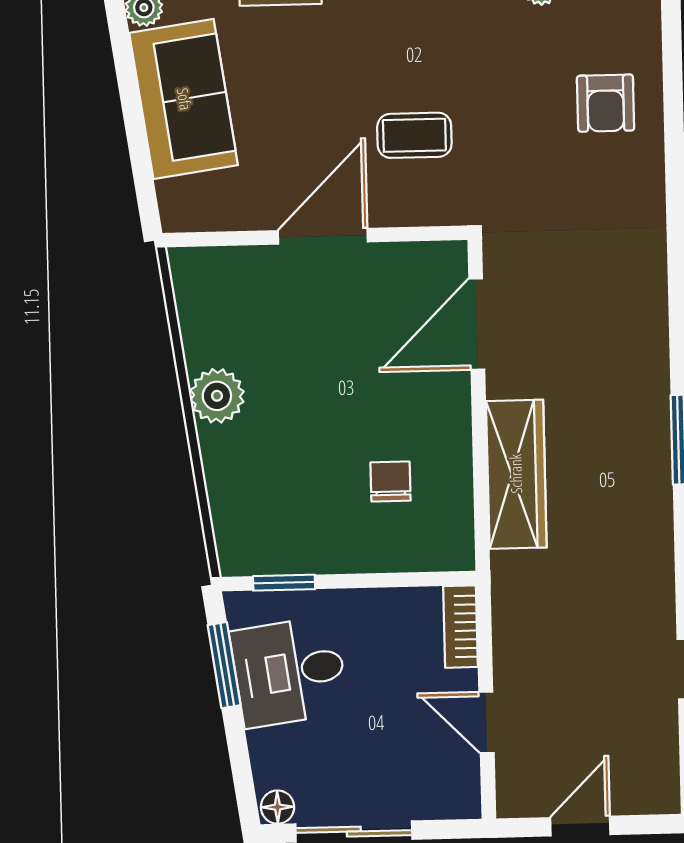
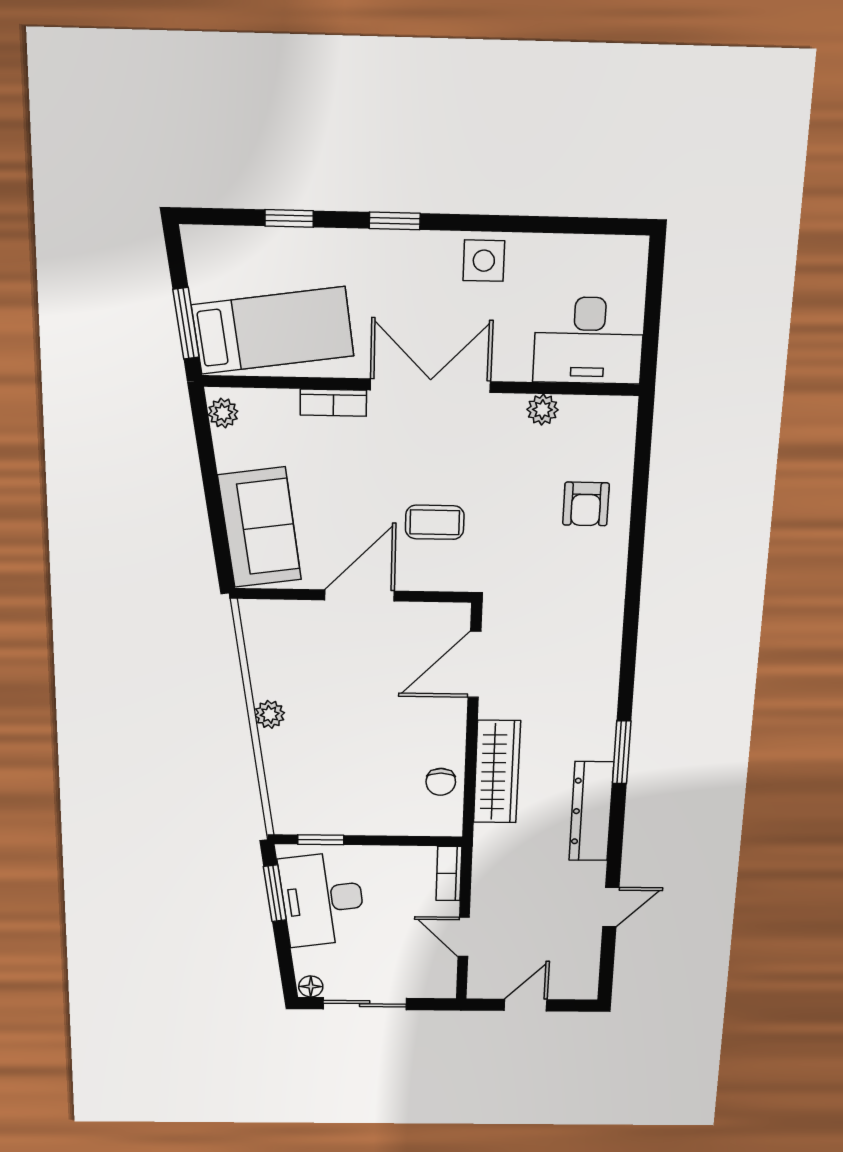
sofa: (184, 99) -> (260, 527), moved
plant: (217, 396) -> (270, 714), width x0.73, depth x0.73
chair: (390, 481) -> (441, 782), moved, turned 180
dresser: (648, 527) -> (591, 811), added
desk: (289, 672) -> (322, 899), width x1.37

